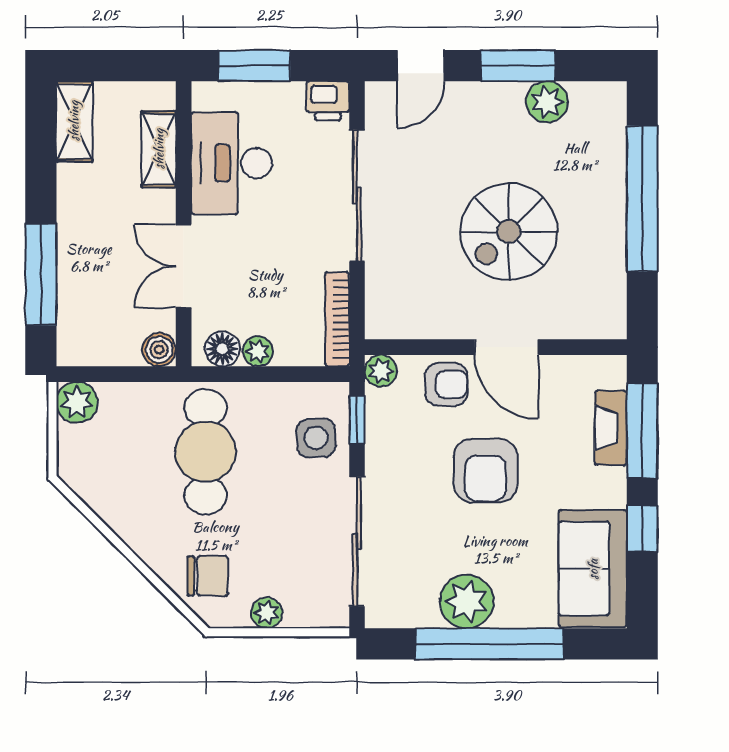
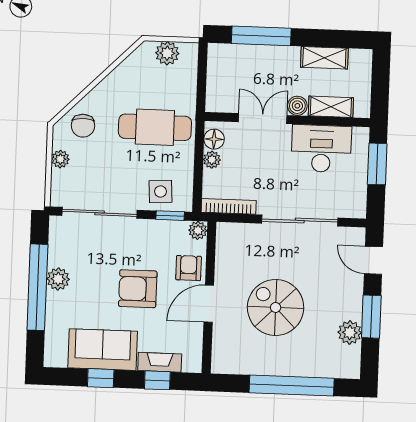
printer: (328, 101) -> (355, 206), removed
shelving: (74, 121) -> (324, 58), moved
boiler: (159, 350) -> (297, 106), moved
armchair: (446, 384) -> (189, 268), turned 180
plant: (77, 402) -> (167, 53), moved
window: (642, 431) -> (157, 380), width x0.46
sofa: (593, 569) -> (103, 350), moved
plant: (467, 602) -> (58, 279), width x0.73, depth x0.73

